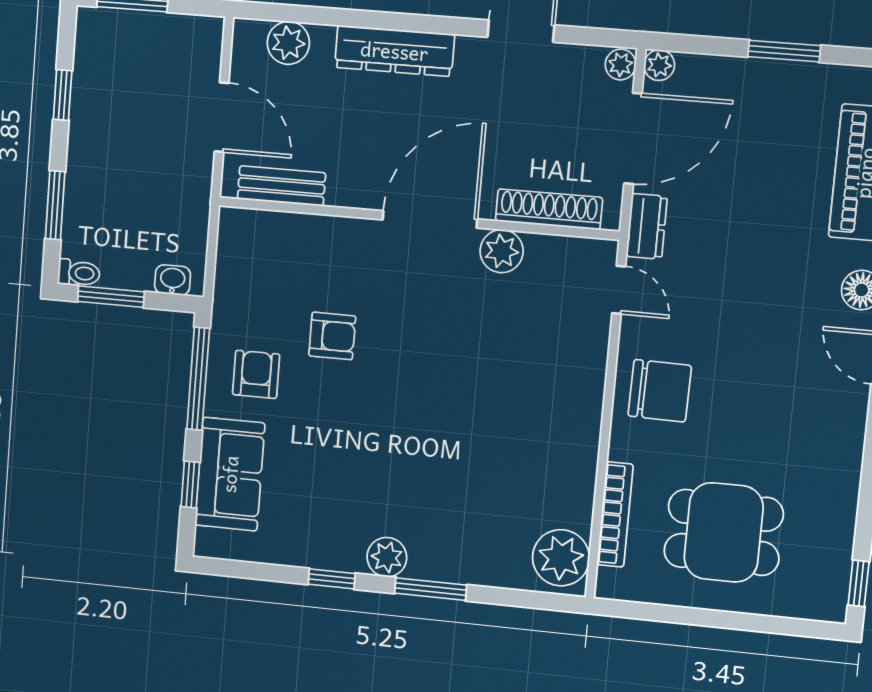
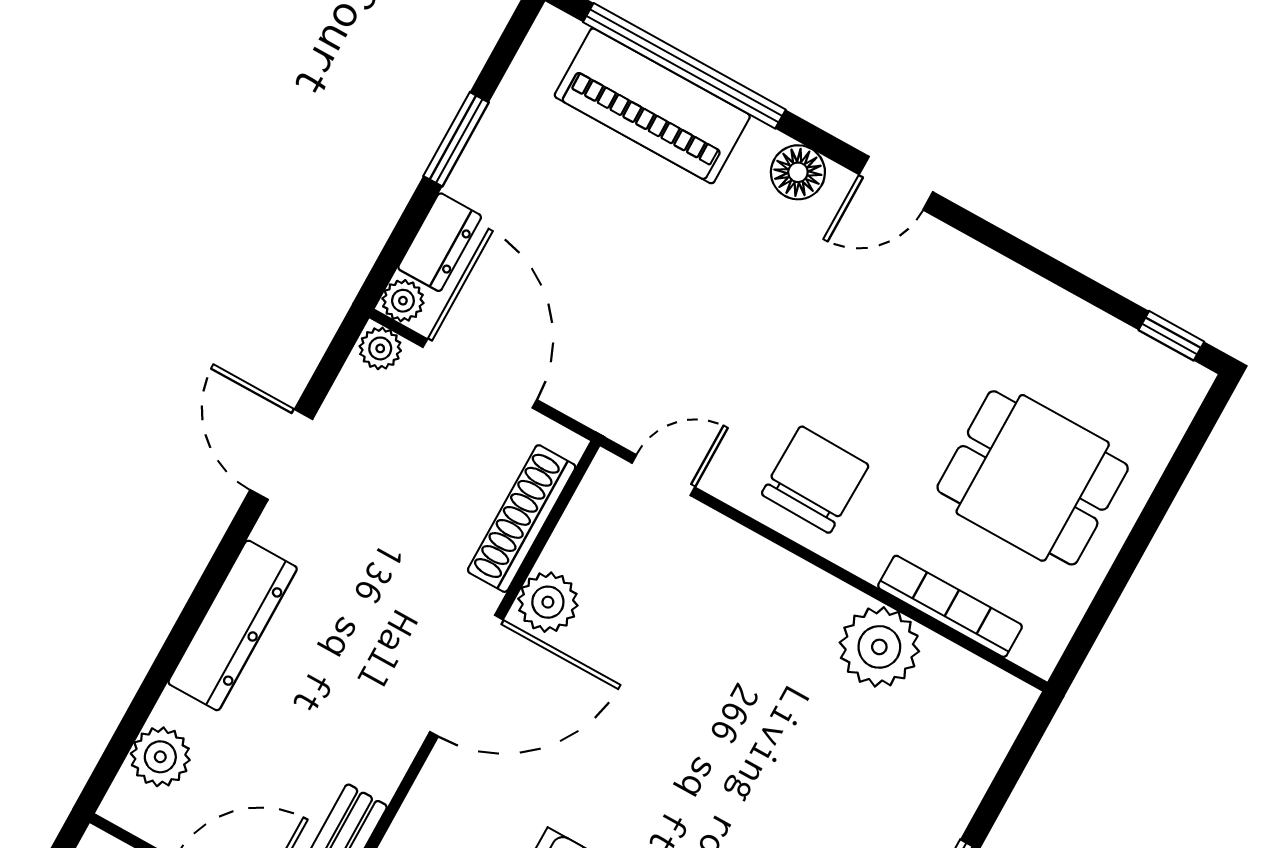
door: (430, 219) -> (466, 676), swing flipped
dresser: (647, 226) -> (440, 242), moved, turned 90
dining table: (724, 532) -> (1033, 478), turned 90
plant: (561, 558) -> (879, 647), moved

